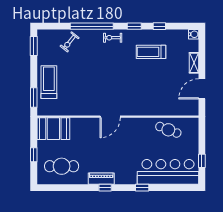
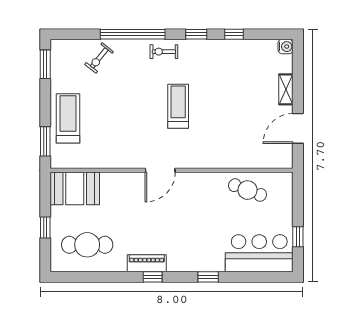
treadmill: (151, 52) -> (178, 106), moved, turned 90
bar counter: (168, 172) -> (259, 253), width x0.73

